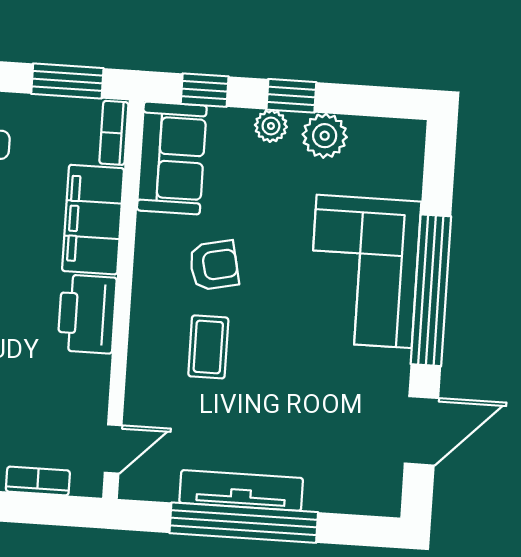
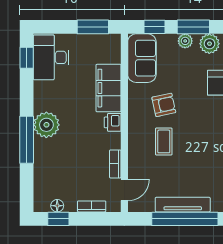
window: (291, 96) -> (193, 27), width x1.50
bookcase: (114, 133) -> (115, 164), moved
printer: (87, 314) -> (113, 122), width x0.53, depth x0.68

